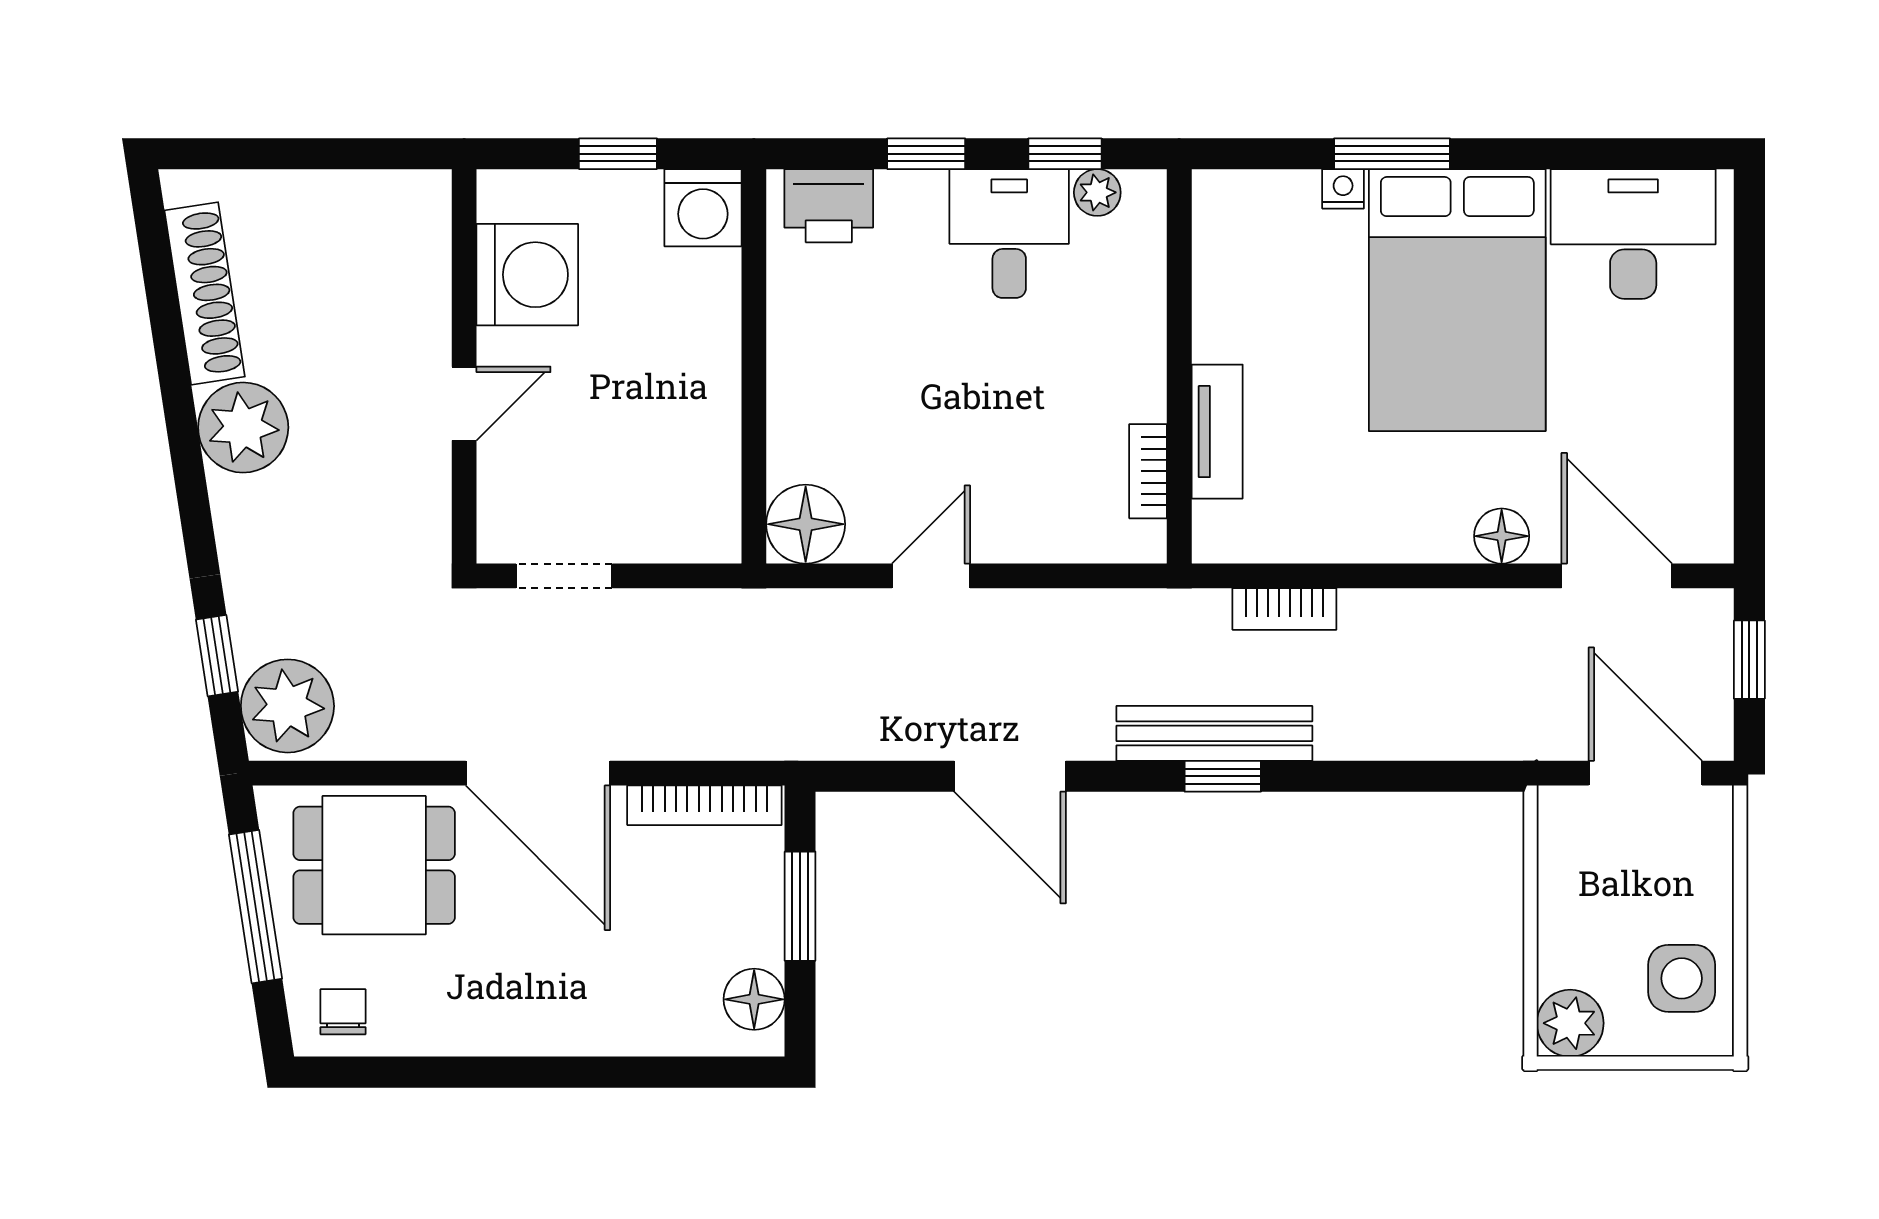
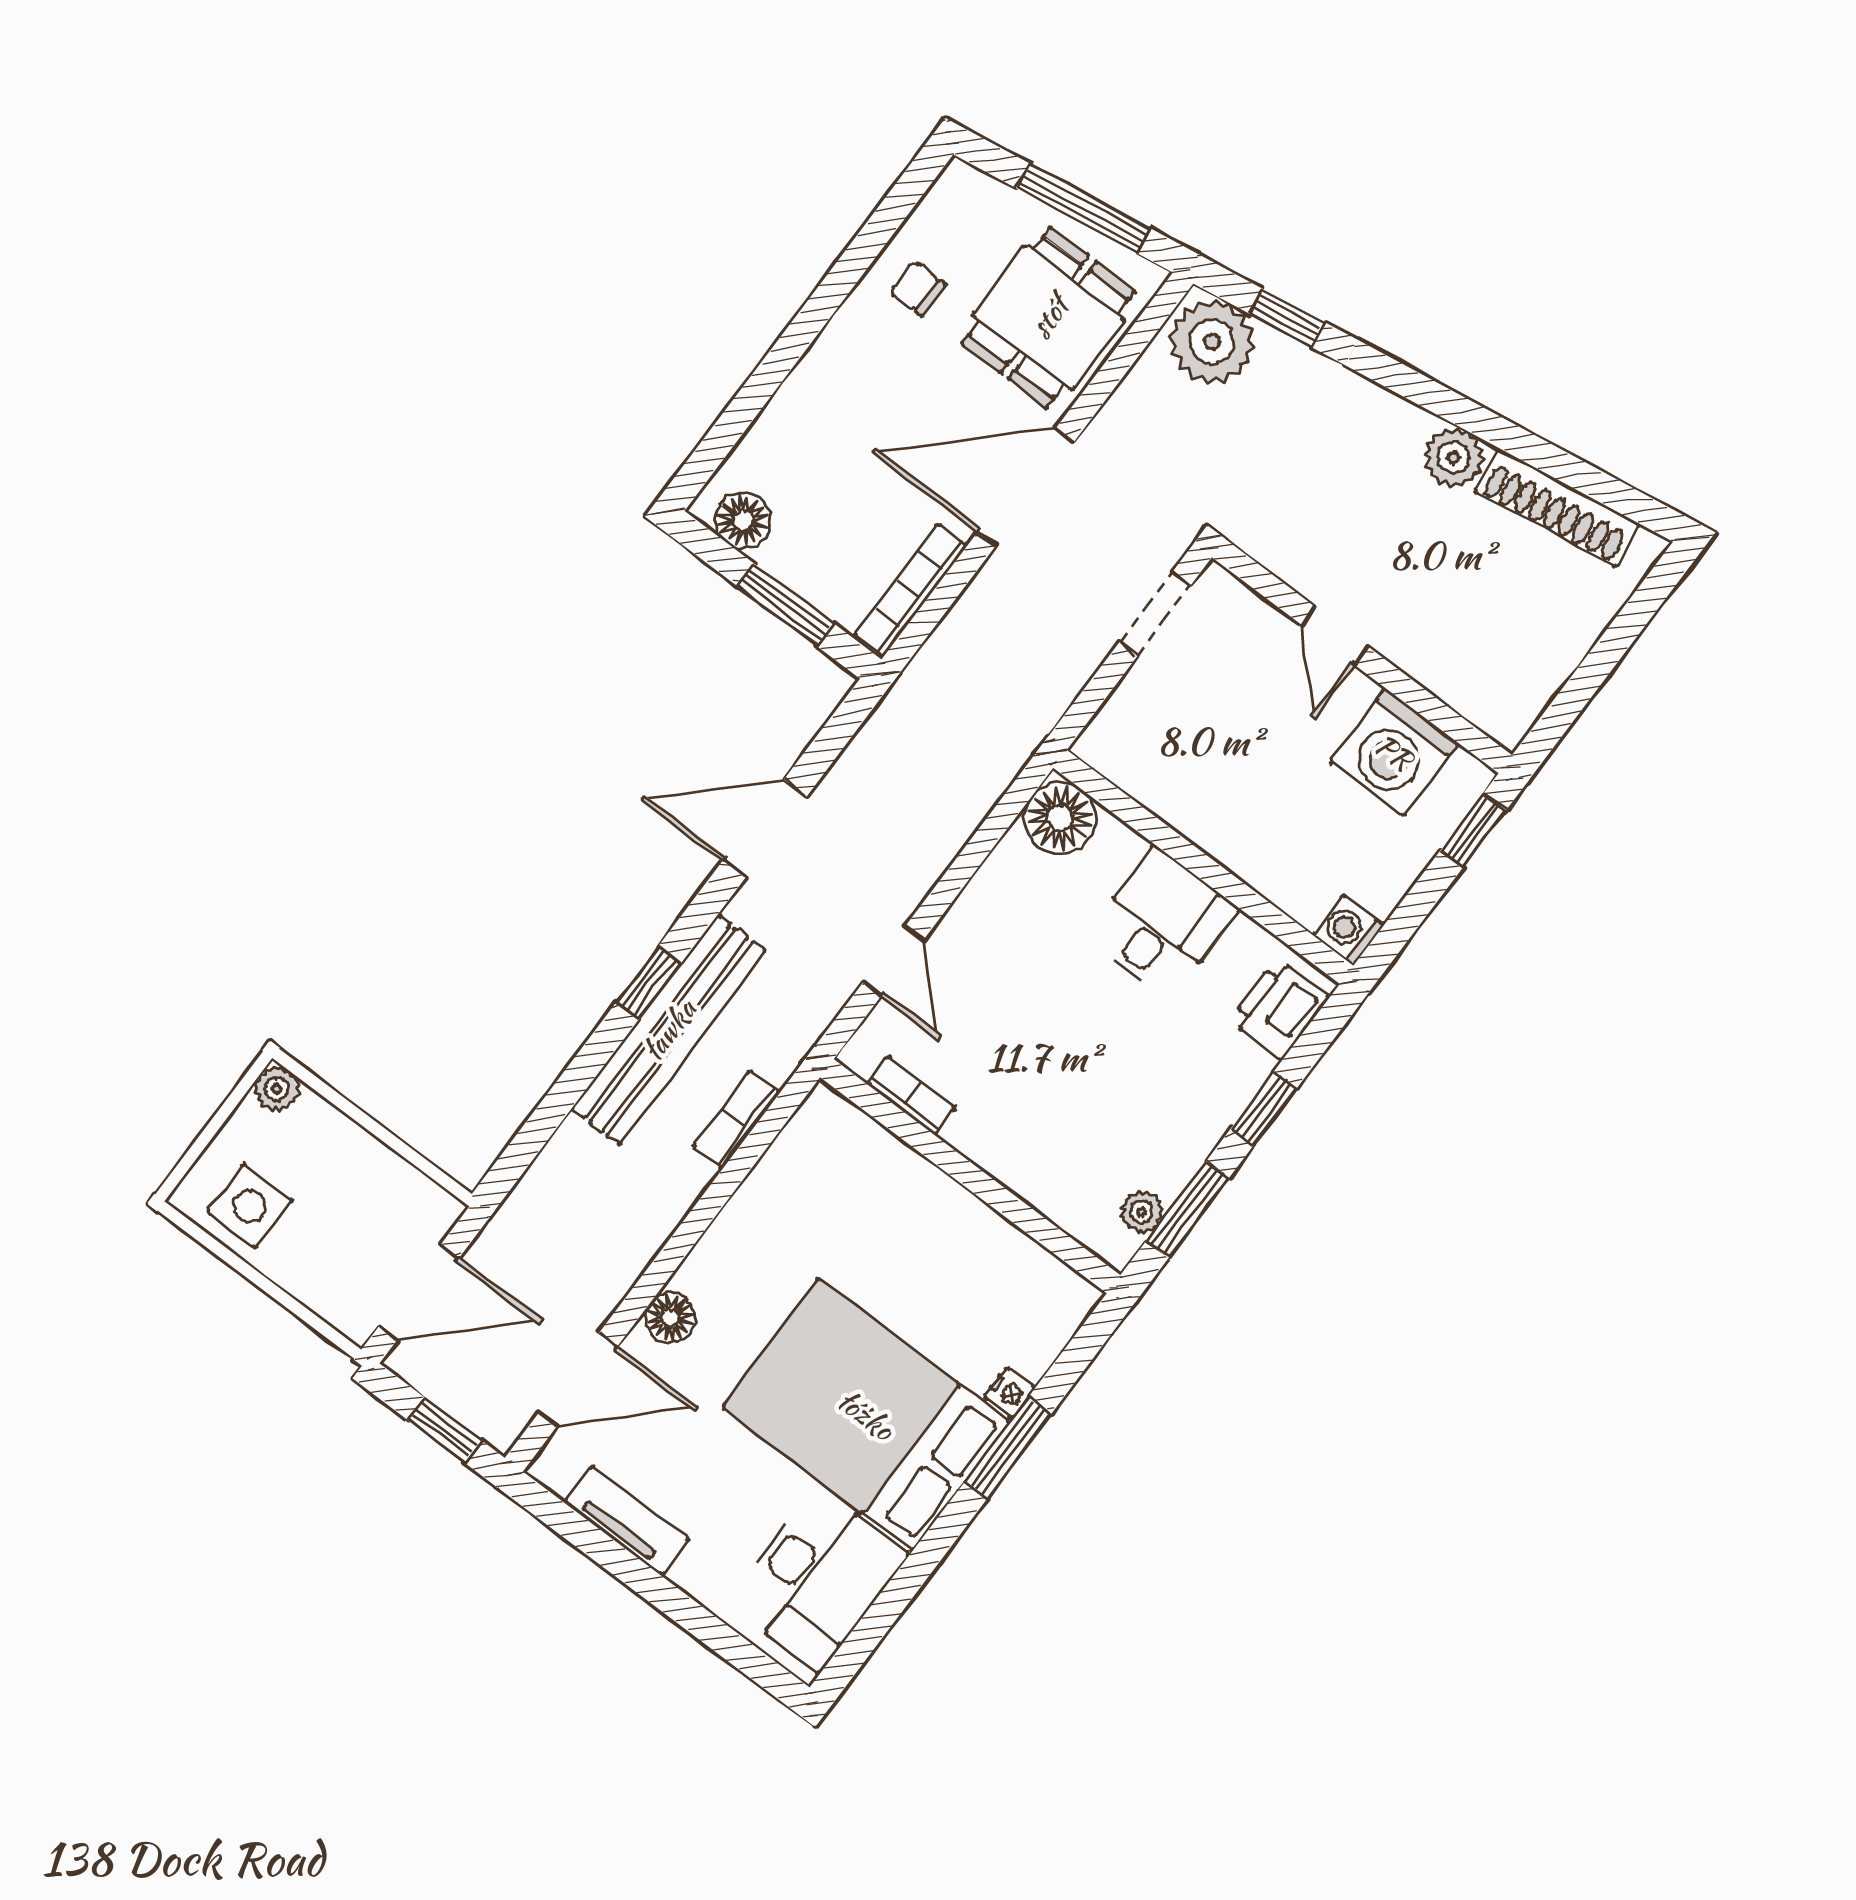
window: (618, 154) -> (1473, 831), moved
window: (1065, 154) -> (1187, 1210), width x1.50
washing machine: (703, 208) -> (1348, 930), width x0.73, depth x0.73
desk: (1009, 234) -> (1162, 923), moved, turned -90
plant: (243, 428) -> (1453, 458), width x0.73, depth x0.73
tv unit: (1217, 432) -> (626, 1520), moved, turned 180
door: (931, 576) -> (893, 961), moved
bench: (1214, 733) -> (669, 1030), width x1.37, depth x1.21
chair: (343, 1012) -> (918, 288), moved, turned 180
plant: (1570, 1023) -> (277, 1089), width x0.73, depth x0.73

